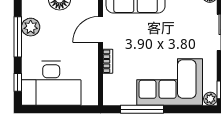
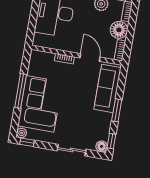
window: (142, 109) -> (21, 91), moved

